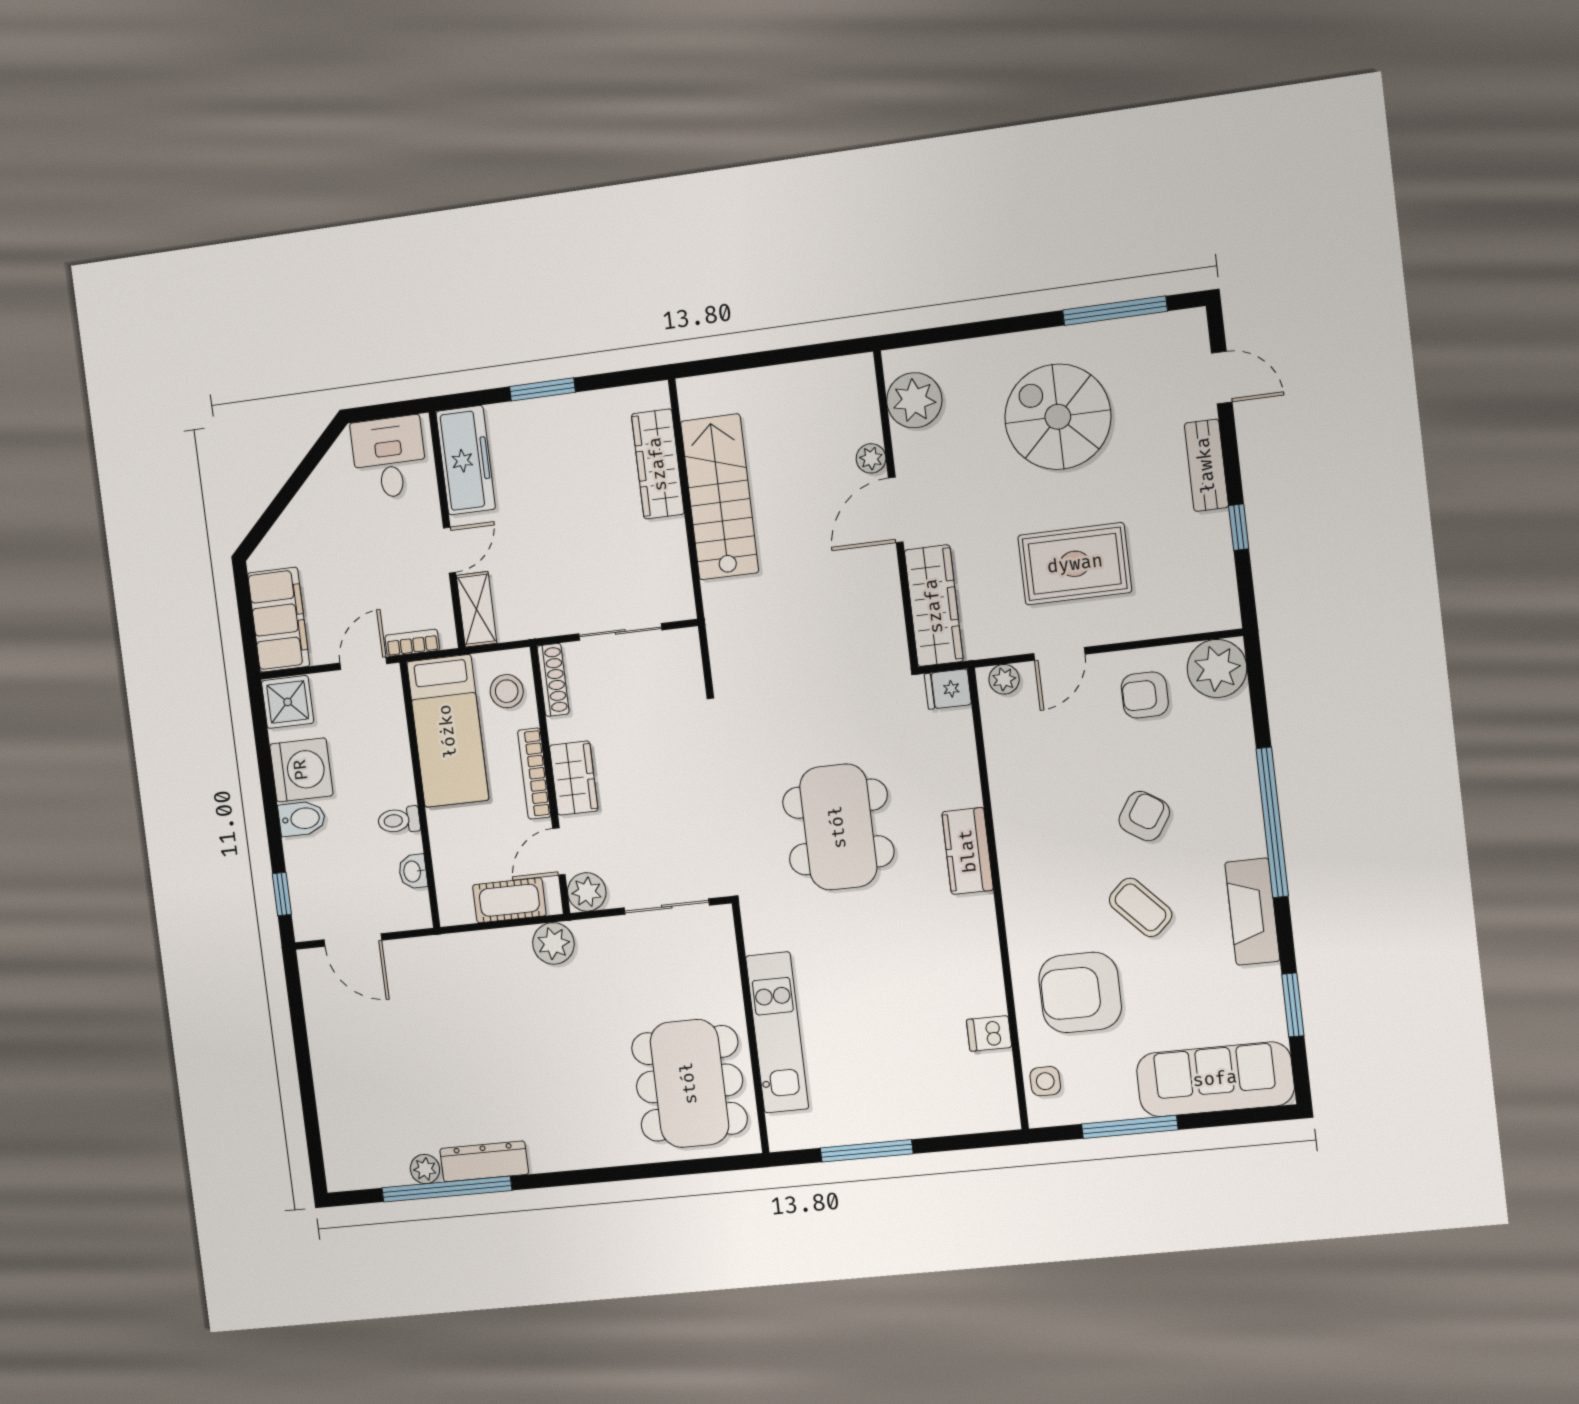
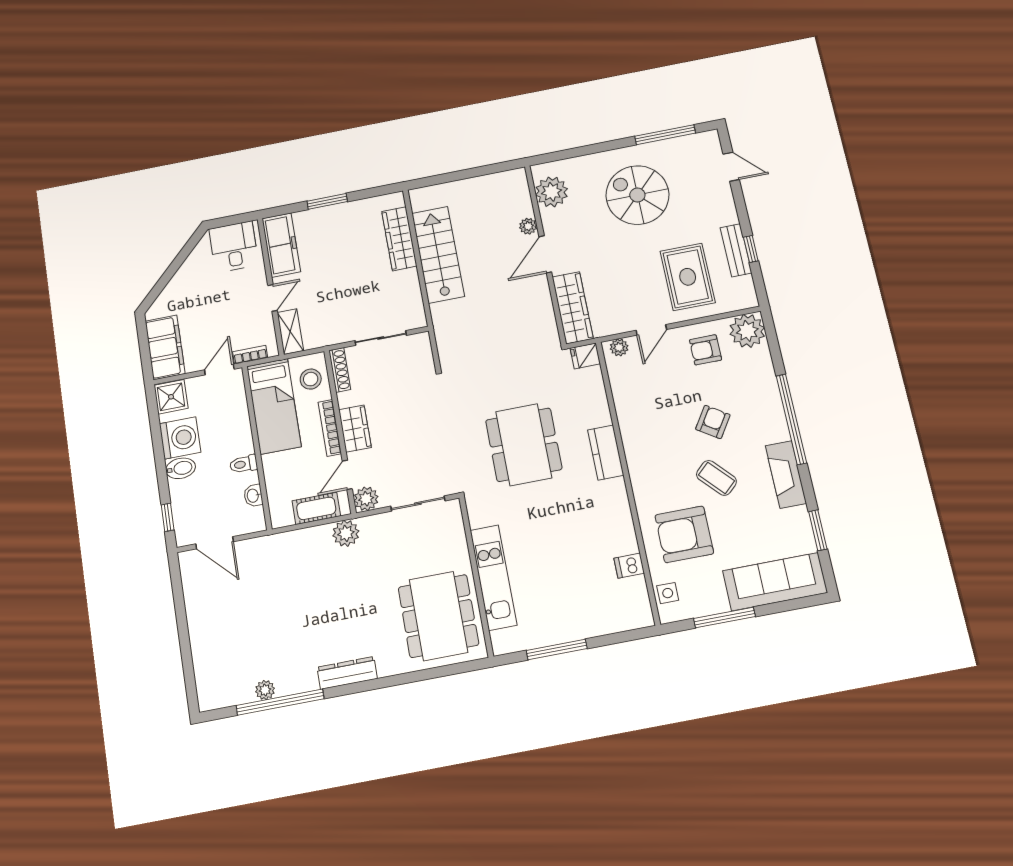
bench: (1206, 465) -> (736, 250), moved
rug: (1075, 564) -> (688, 277), moved, turned 90
dresser: (484, 1161) -> (347, 673), moved

